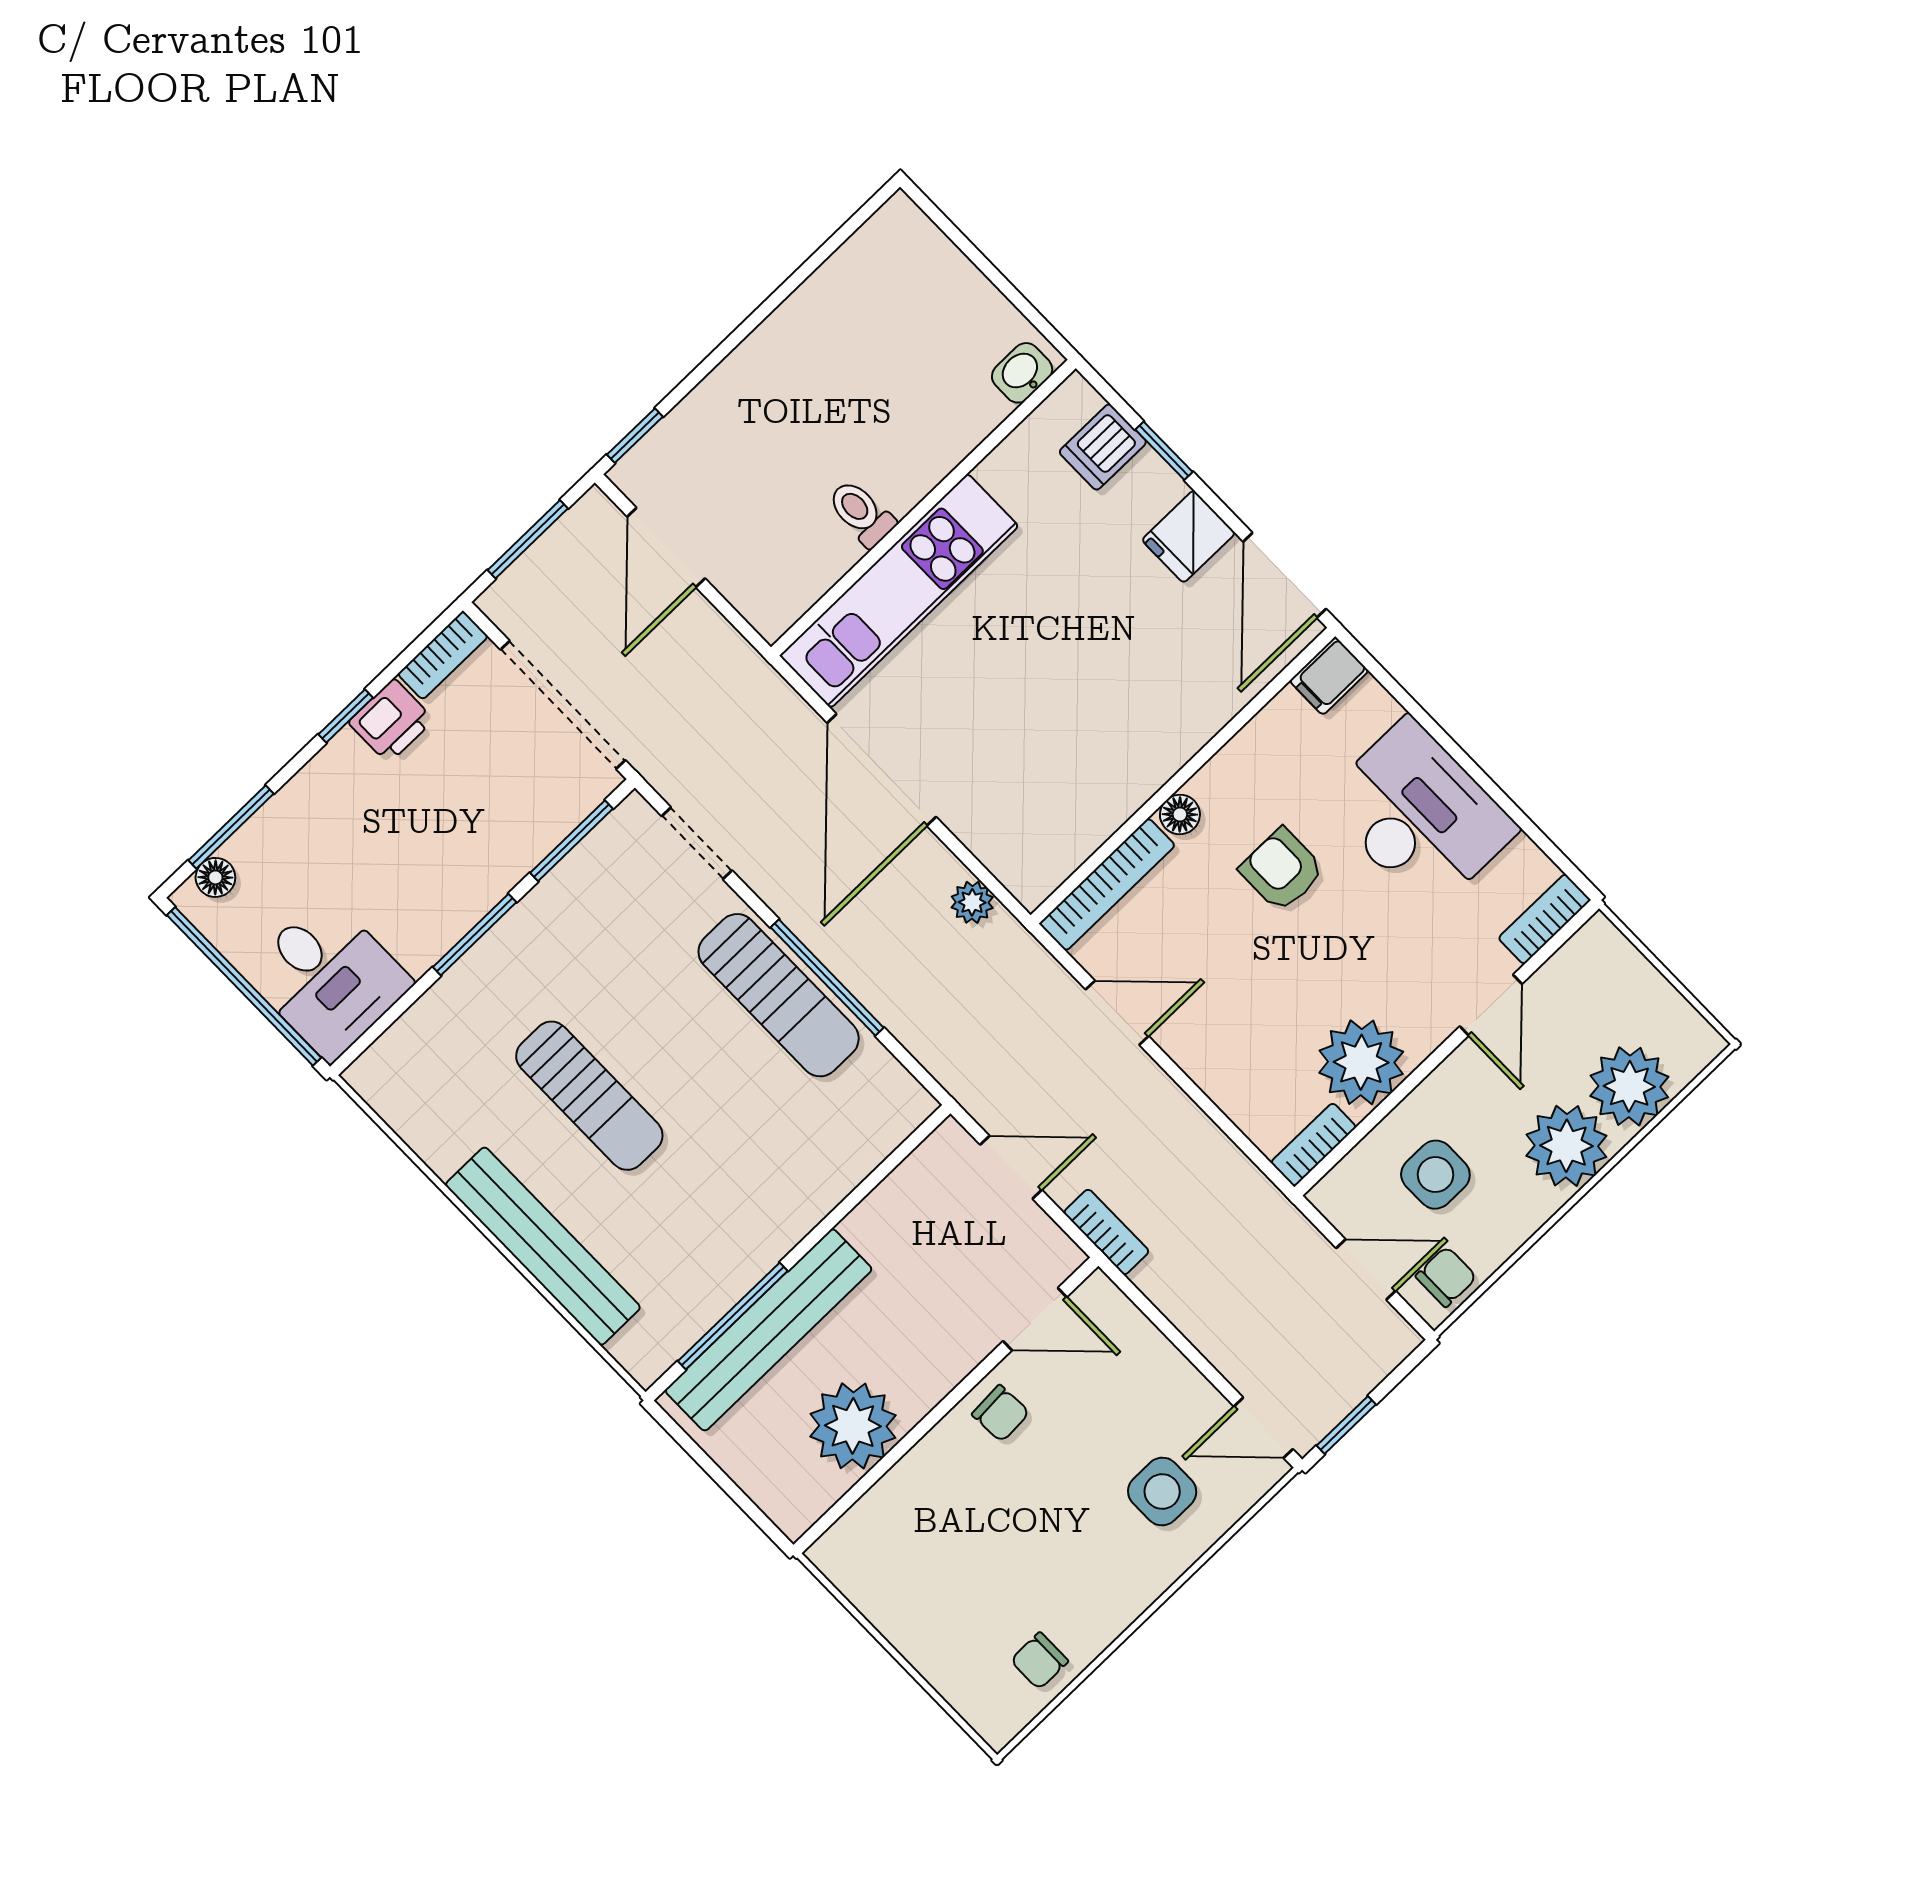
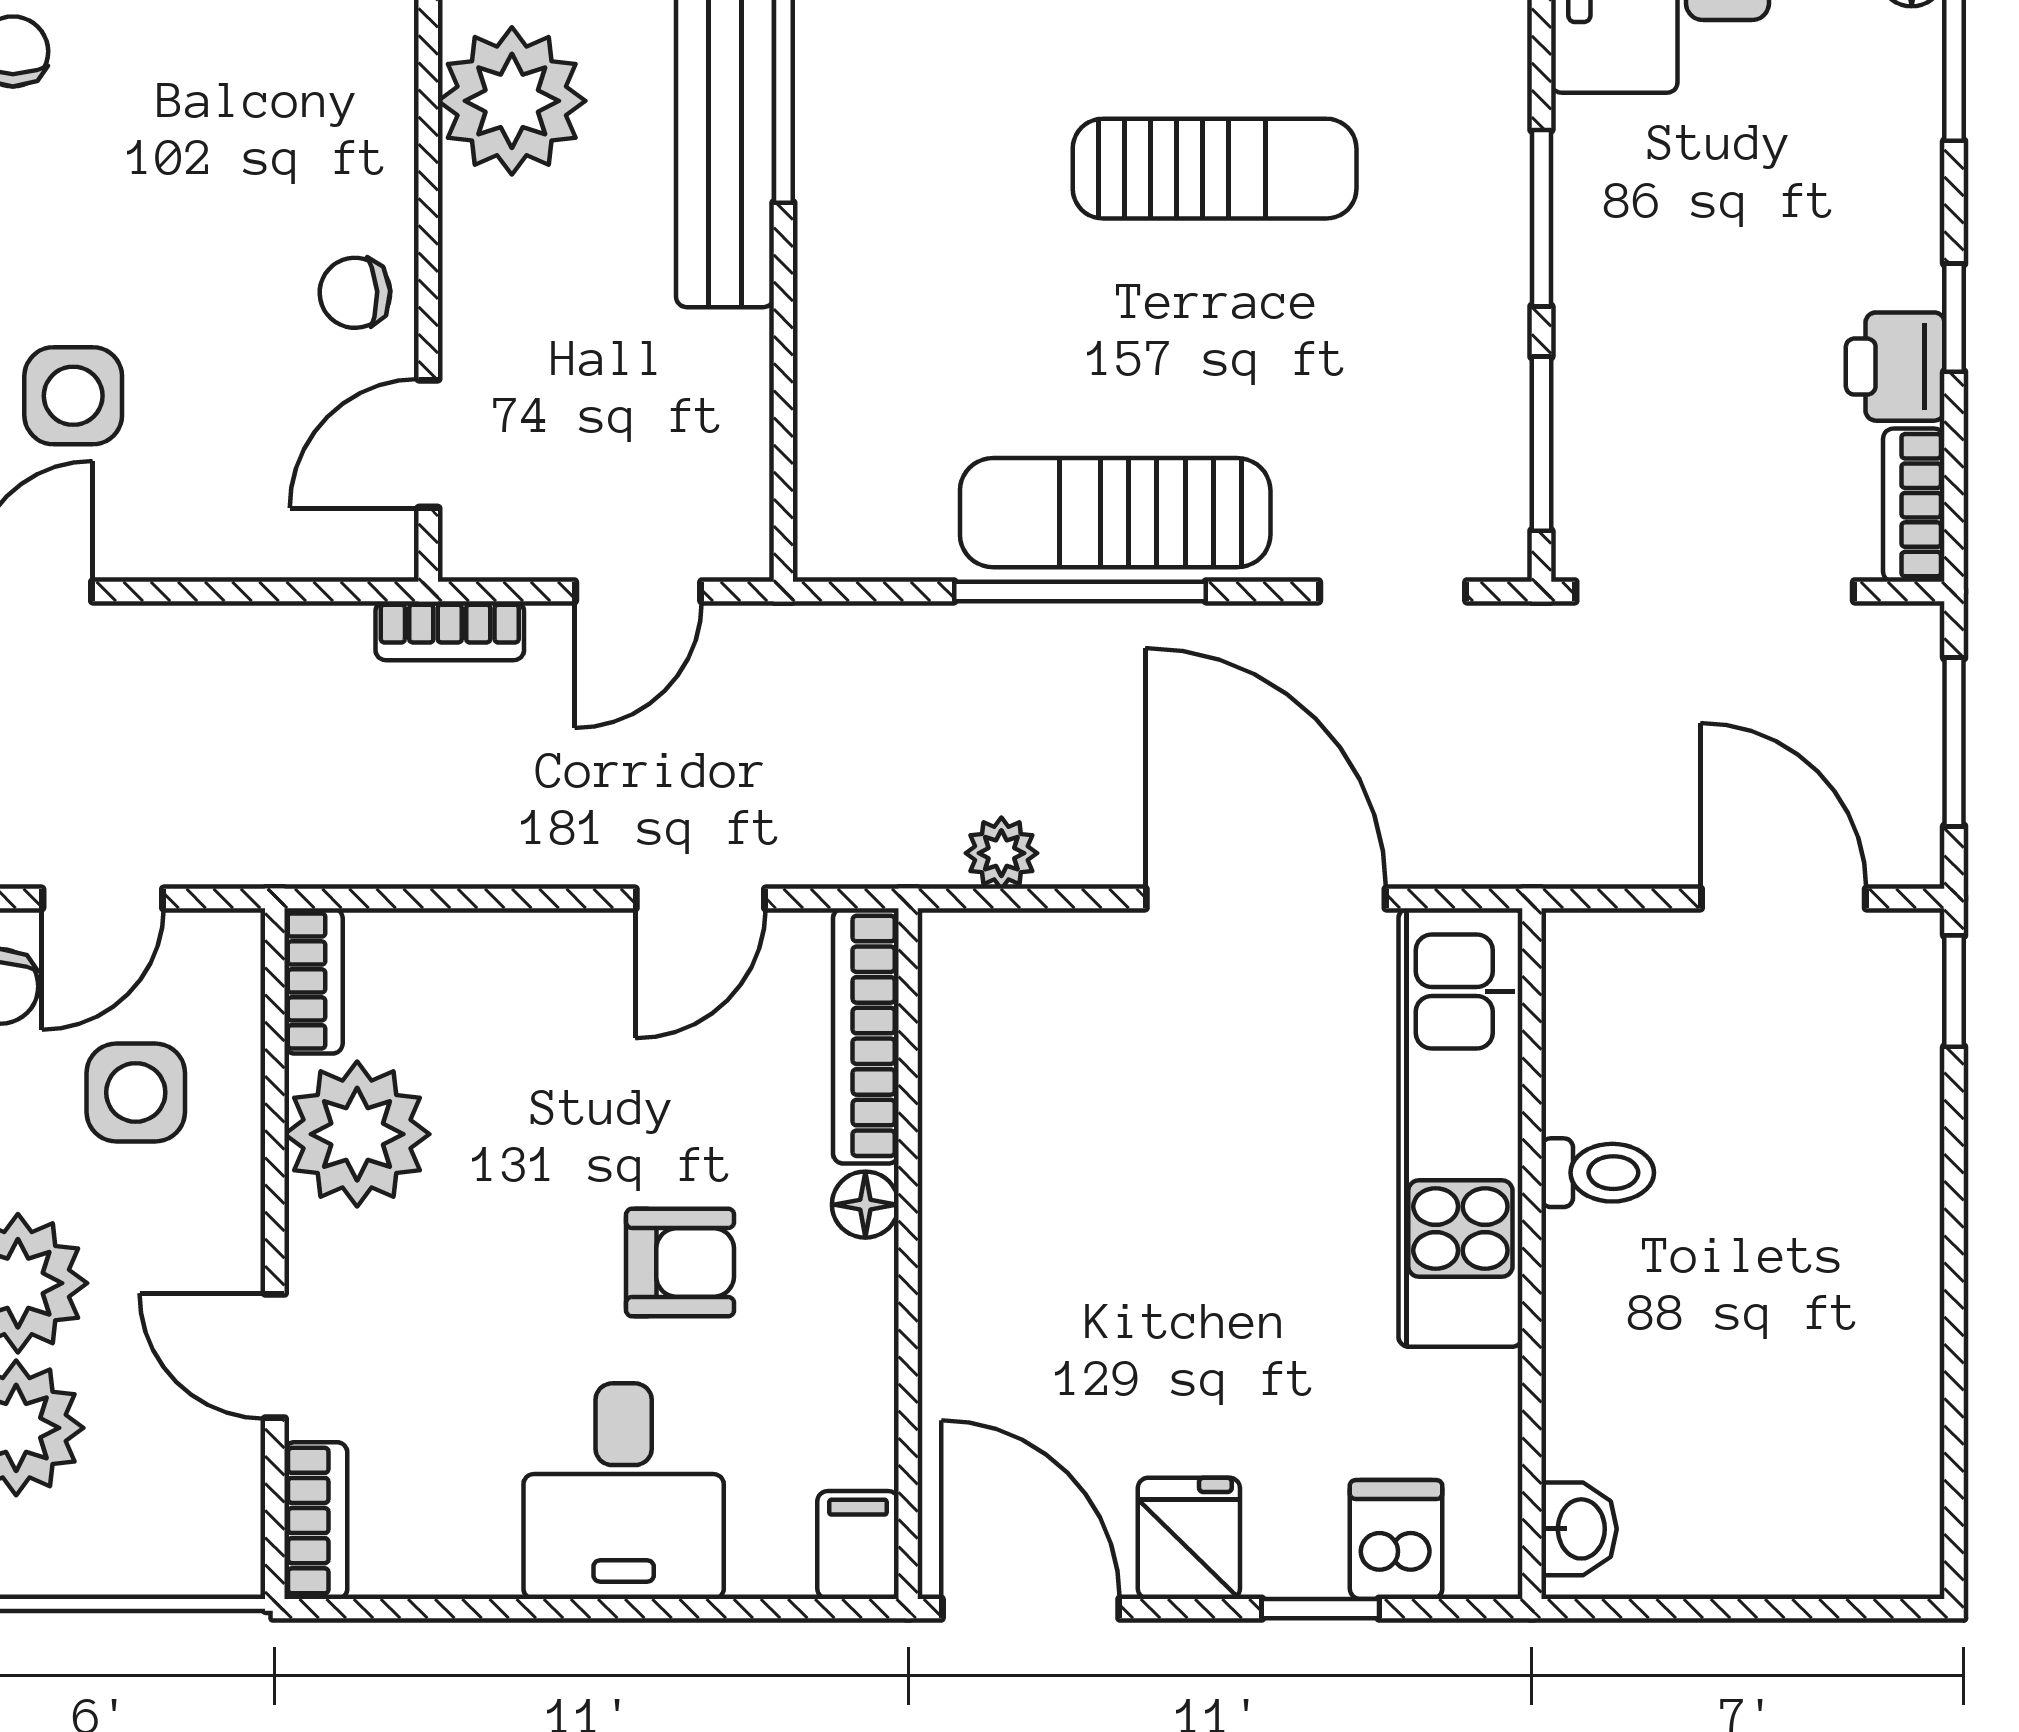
desk: (1419, 815) -> (624, 1491), width x0.73
sun lounger: (589, 1096) -> (1215, 169), turned 180

